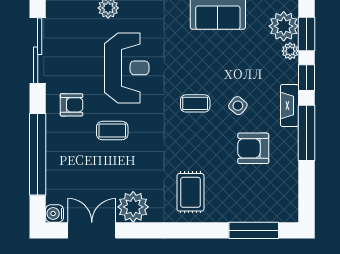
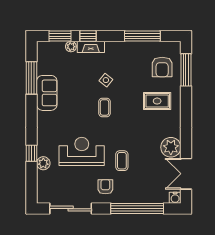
plant: (284, 26) -> (55, 51), removed
fireplace: (290, 106) -> (91, 47), moved
window: (307, 133) -> (142, 36), moved
armchair: (253, 148) -> (162, 67), moved
rug: (190, 192) -> (157, 101), moved

